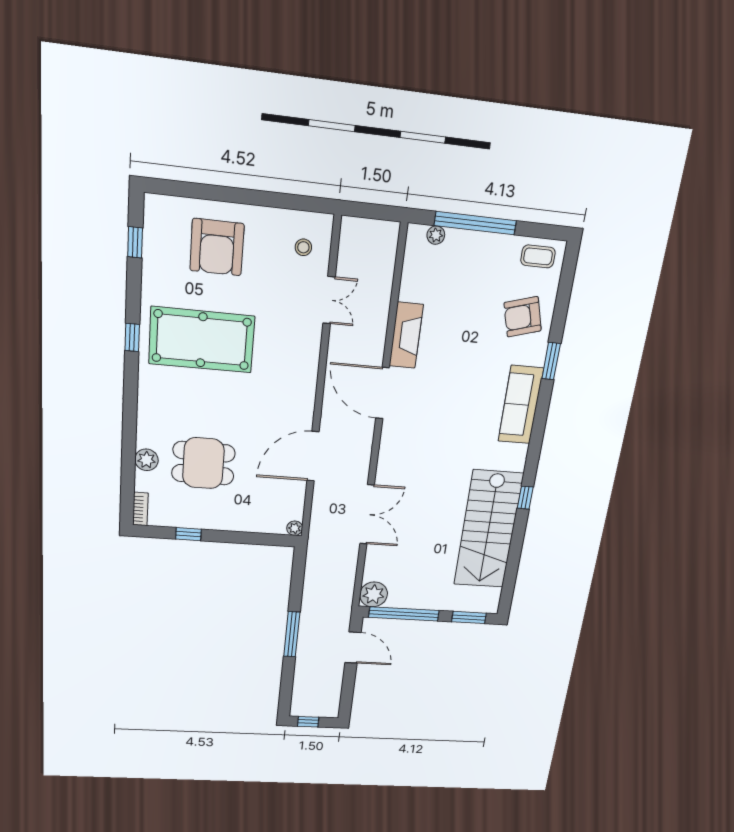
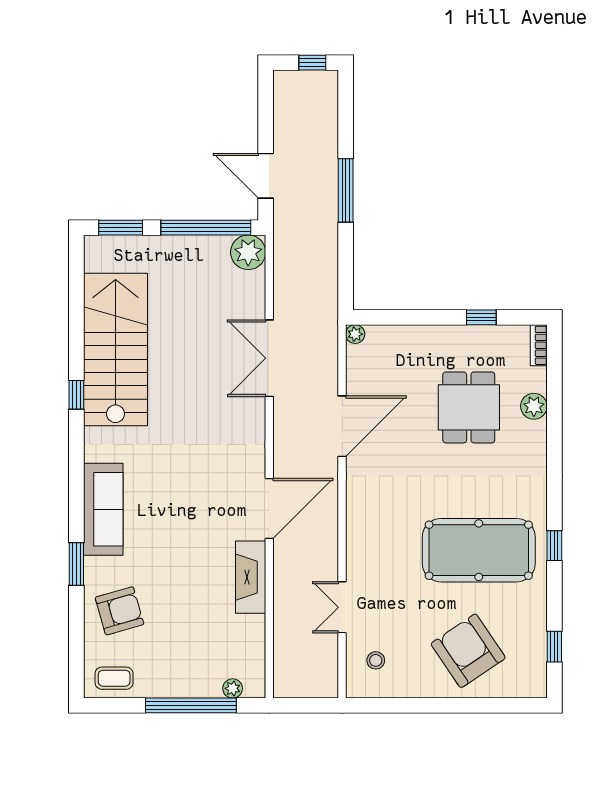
armchair: (217, 247) -> (468, 651), turned -34
door: (382, 393) -> (269, 508), hinge flipped
dining table: (203, 463) -> (469, 407), turned 90

